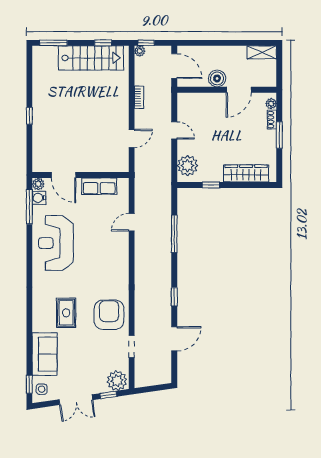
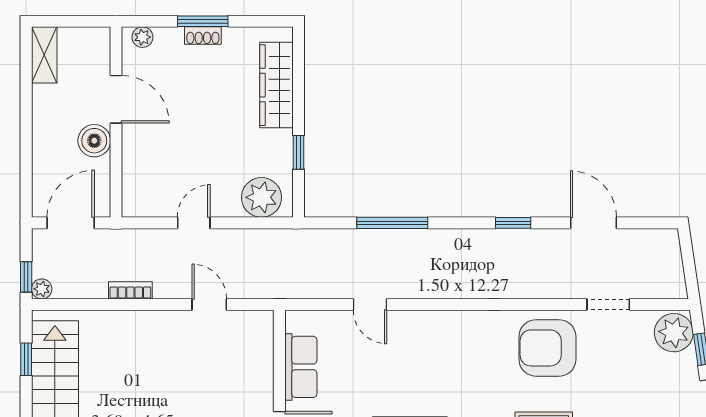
shoe rack: (272, 120) -> (203, 36), moved

